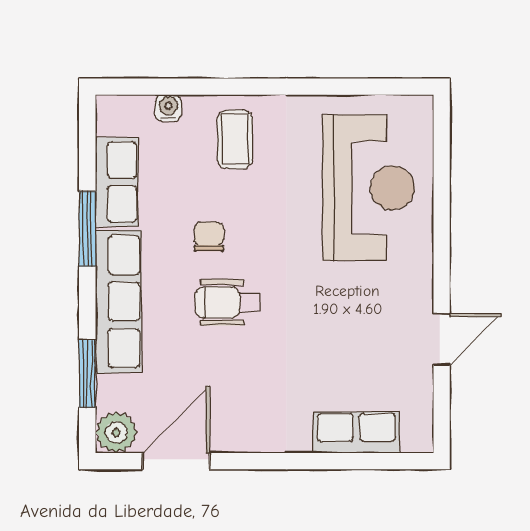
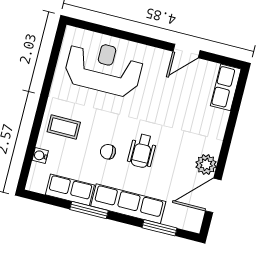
door: (442, 339) -> (187, 51), swing flipped
plant: (116, 432) -> (206, 164), moved
row of seats: (356, 432) -> (226, 87), moved
door: (176, 461) -> (213, 195), hinge flipped

